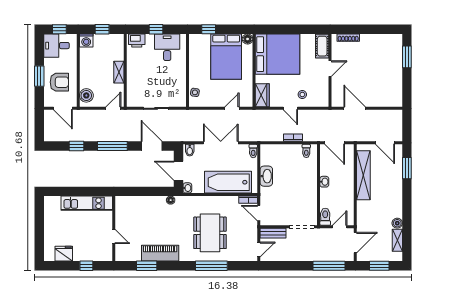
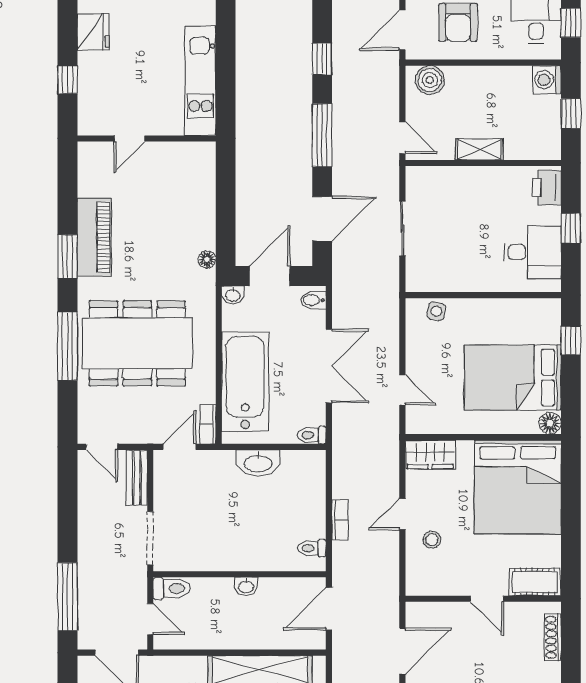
dining table: (210, 233) -> (137, 343), width x1.36, depth x1.24
window: (147, 266) -> (67, 257), moved

